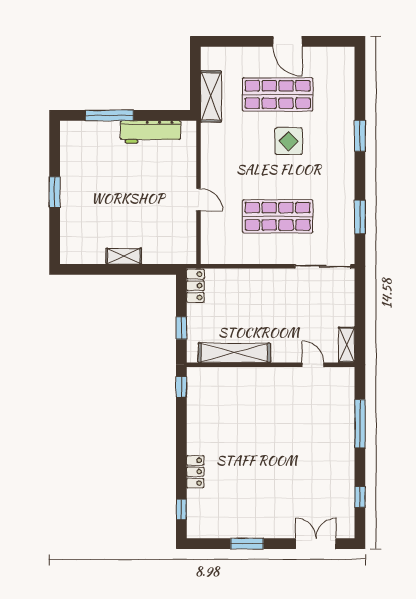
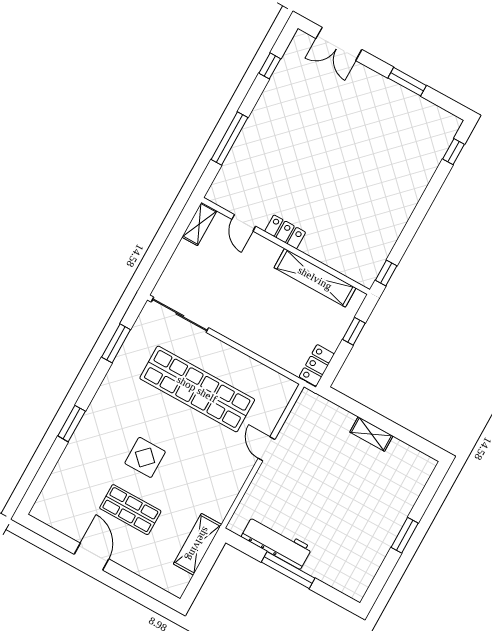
shop shelf: (278, 94) -> (130, 510), width x0.70, depth x0.74
window: (109, 115) -> (288, 570), moved
shop shelf: (278, 216) -> (197, 389), width x1.40
locker: (195, 472) -> (285, 232), moved, turned 90

